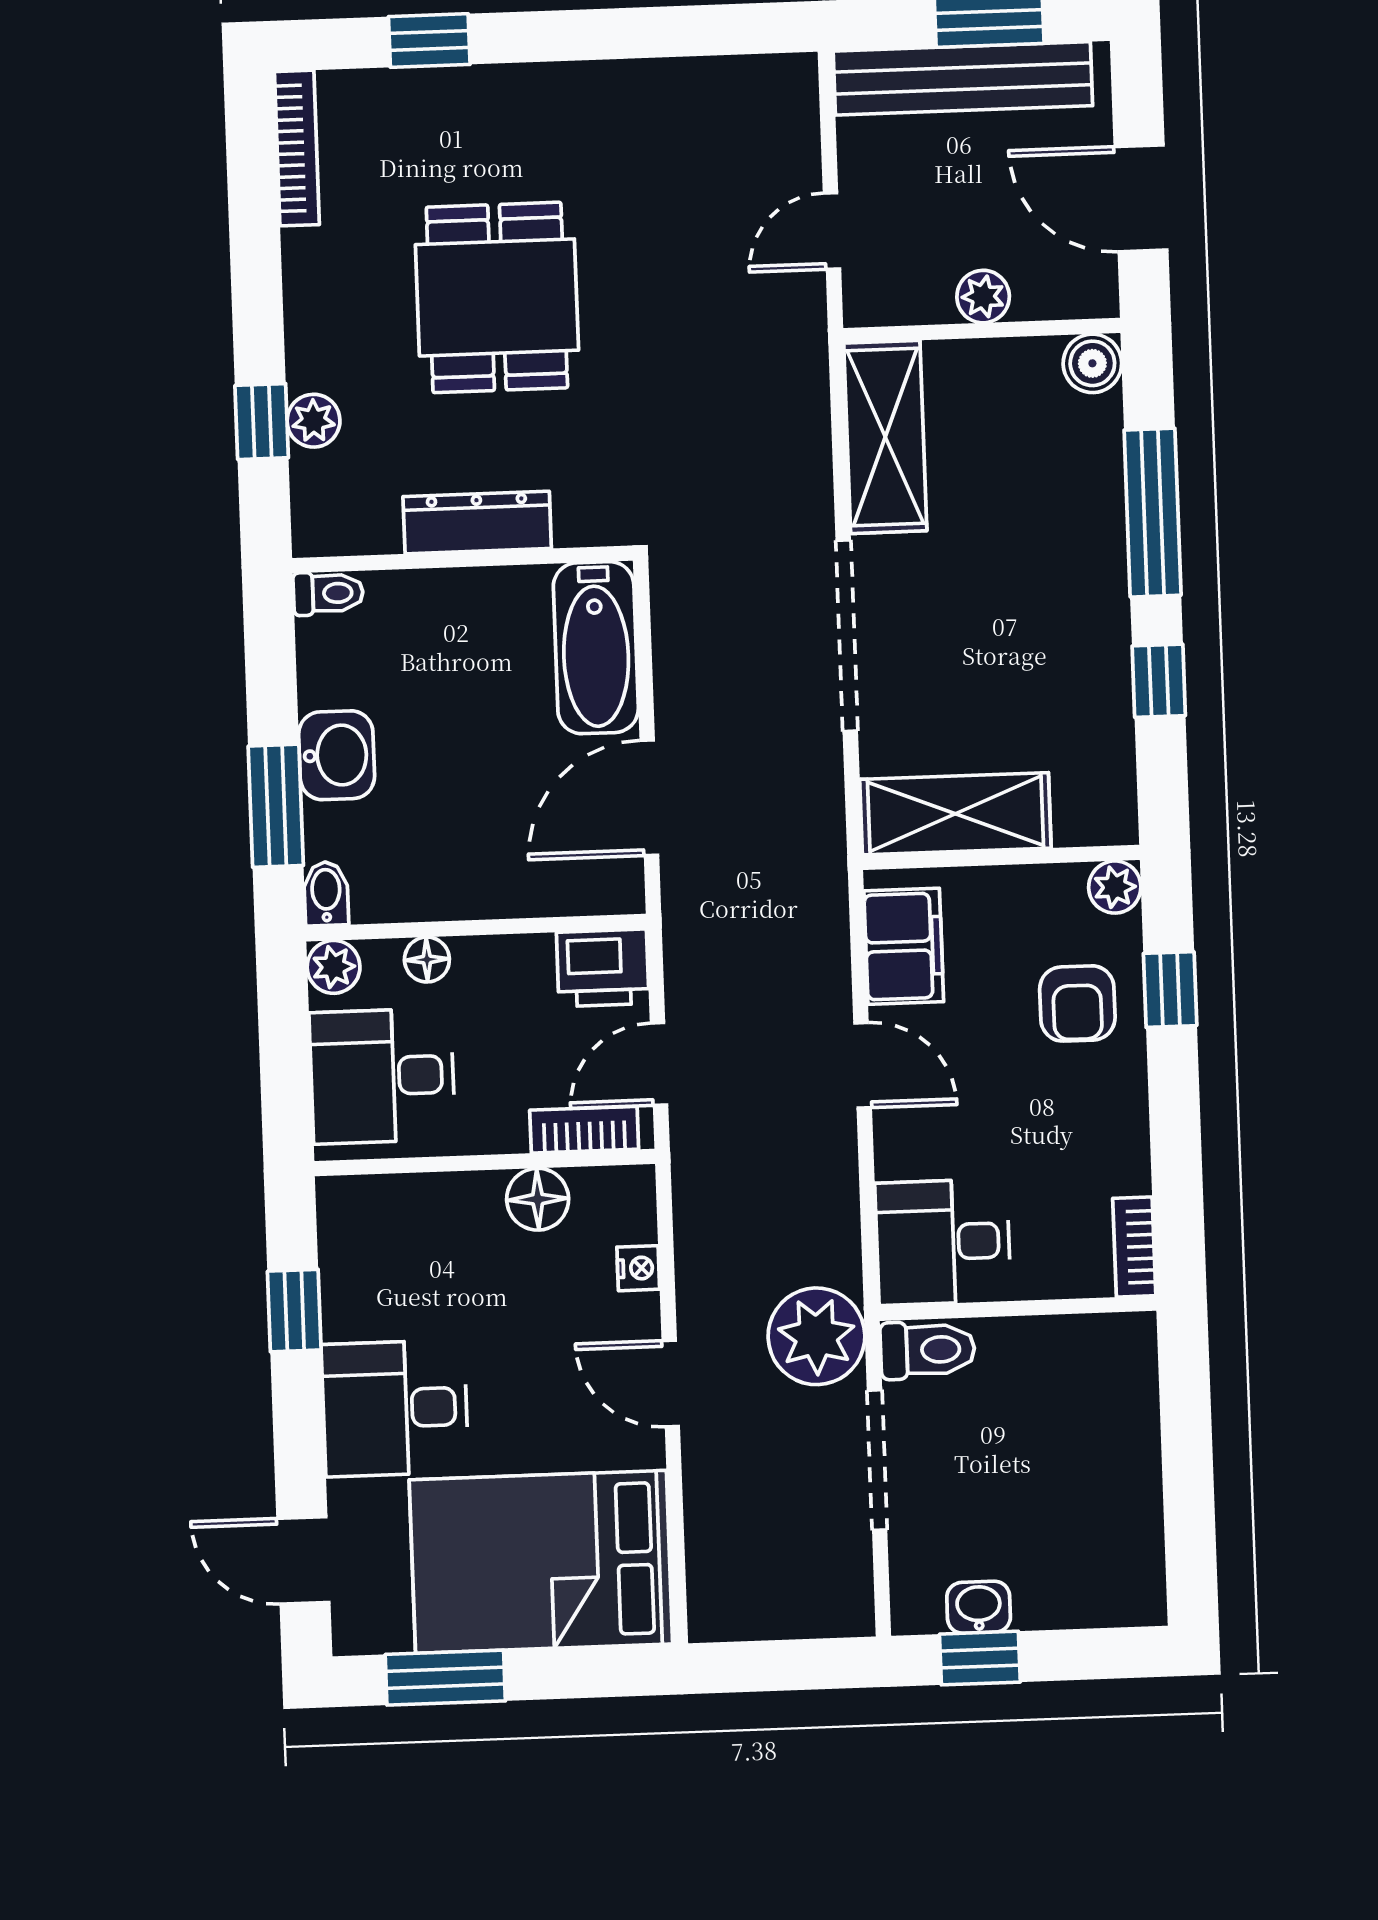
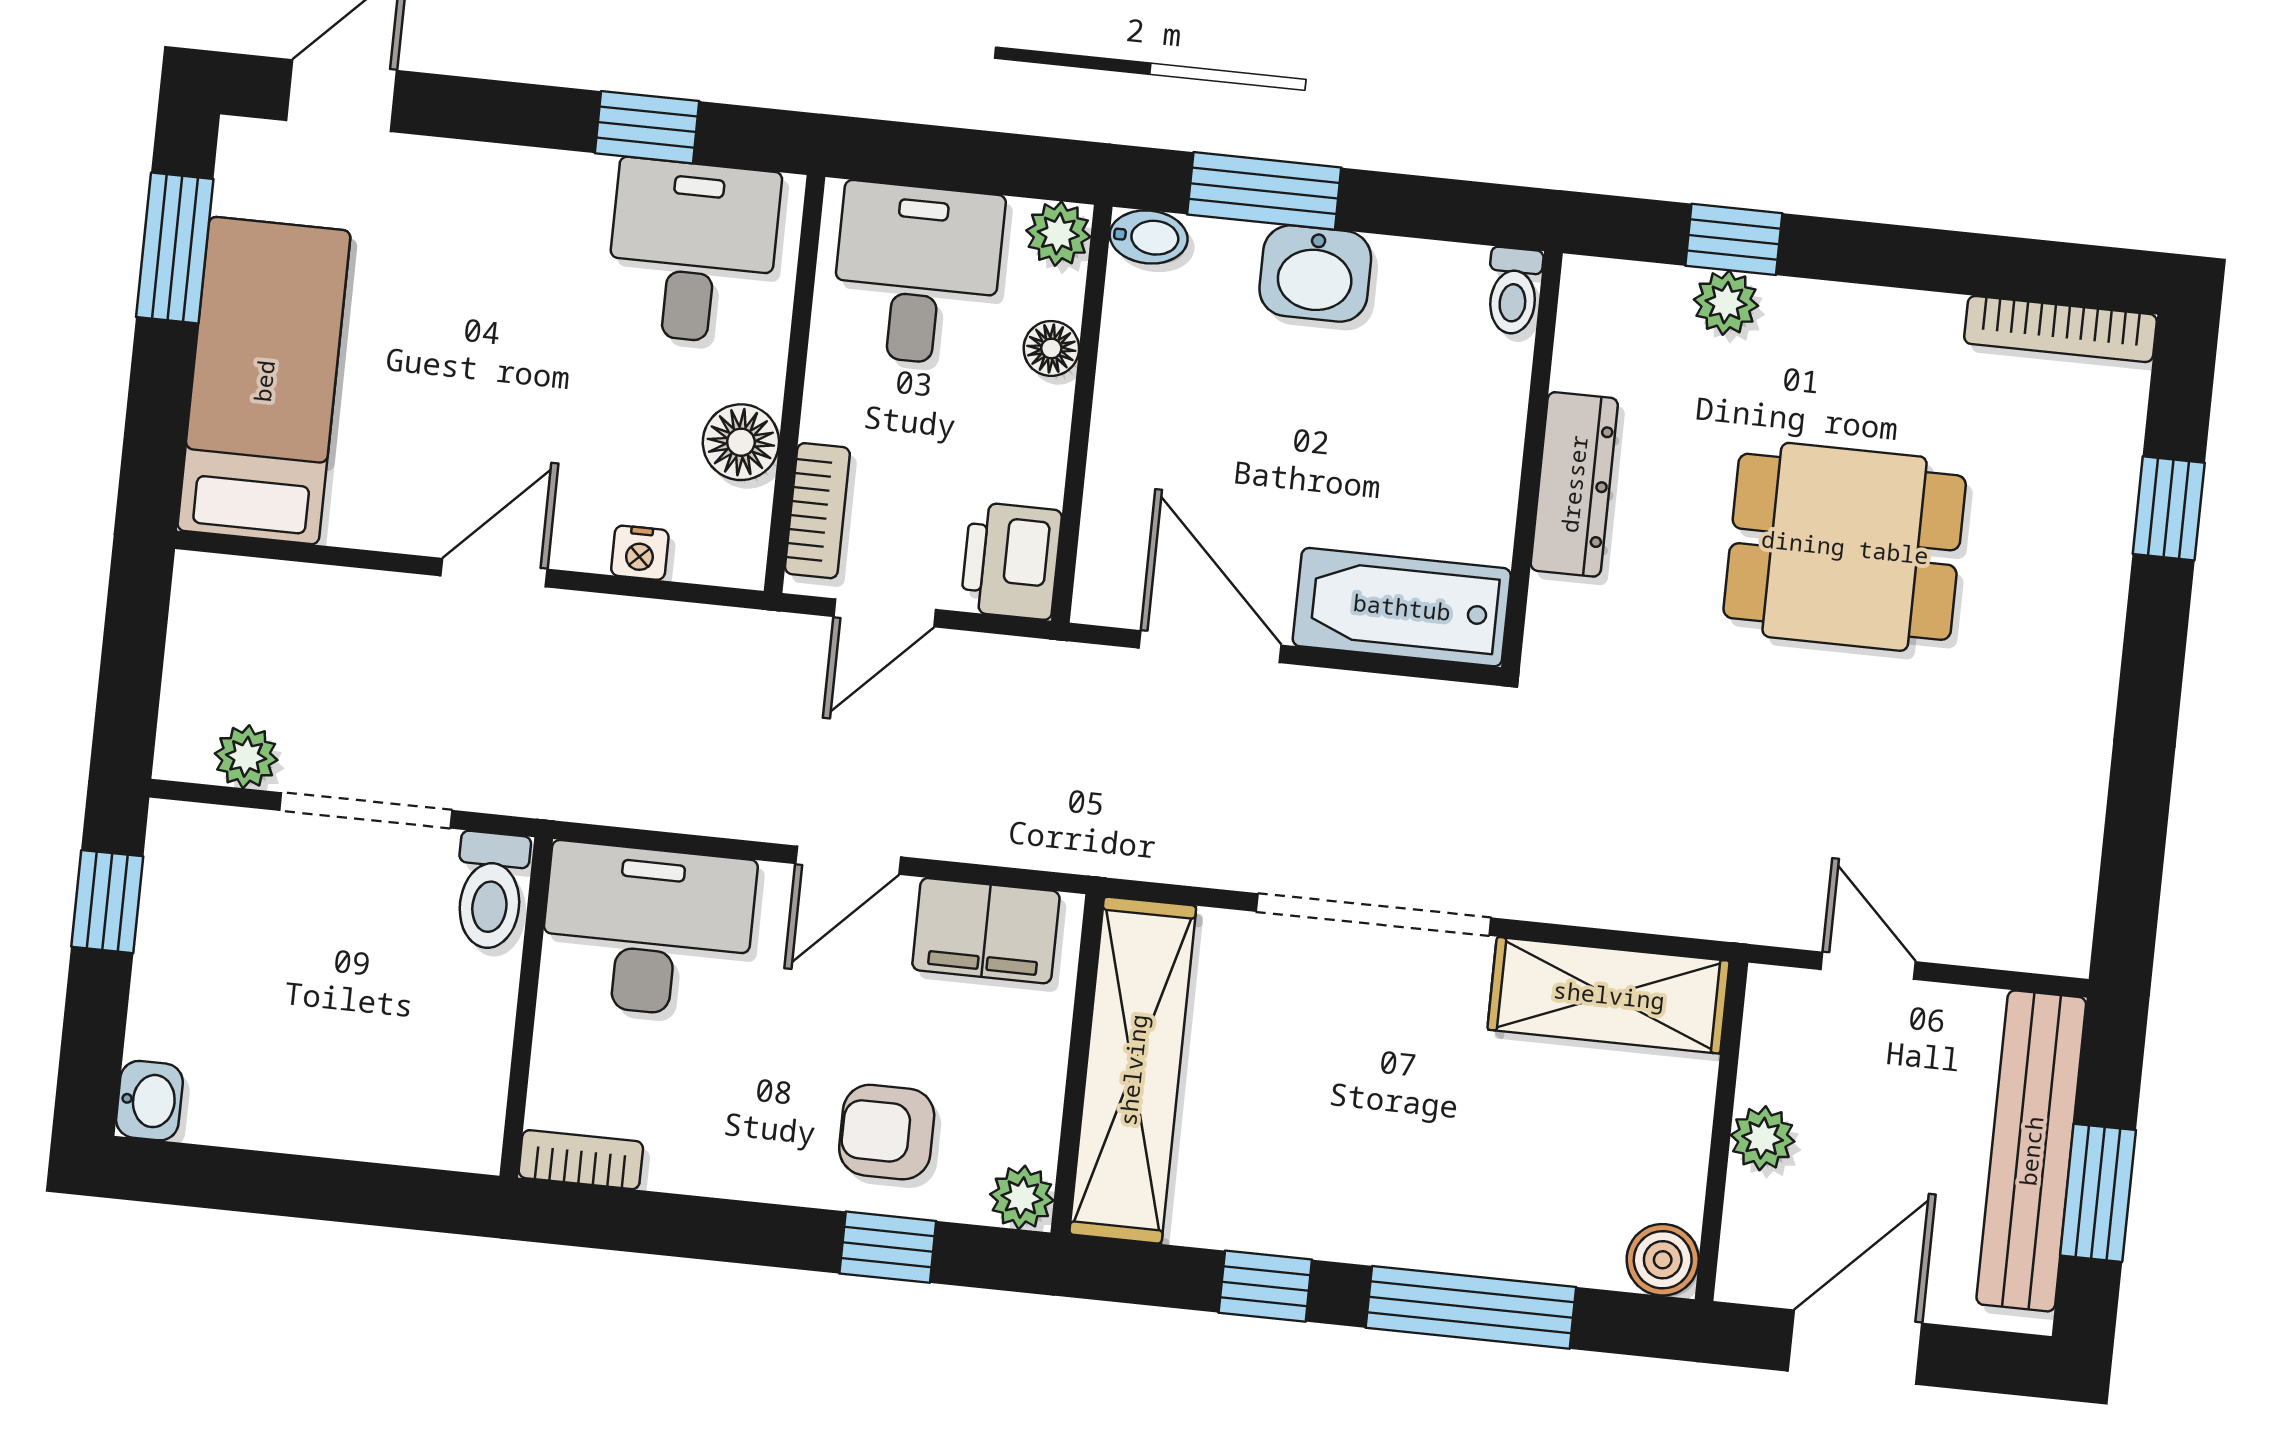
shelving: (955, 814) -> (1133, 1070), width x1.47
door: (659, 1064) -> (885, 613), swing flipped
desk: (943, 1242) -> (647, 930), width x1.37
plant: (816, 1336) -> (246, 757), moved, width x0.53, depth x0.53
desk: (395, 1408) -> (693, 252), moved
bed: (541, 1562) -> (264, 381), width x0.67
washbasin: (979, 1607) -> (149, 1101), moved

